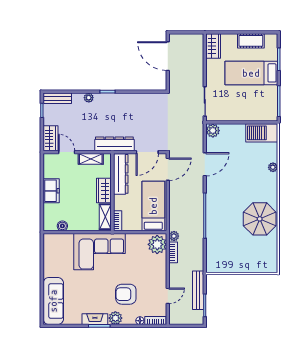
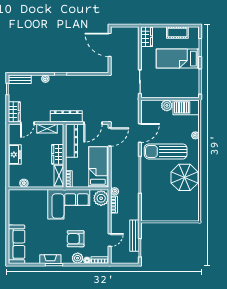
plant: (213, 131) -> (167, 105), moved
door: (67, 152) -> (27, 123), swing flipped
sun lounger: (237, 187) -> (166, 151), added
corner sofa: (100, 252) -> (69, 204), moved
plant: (115, 318) -> (78, 258), moved

